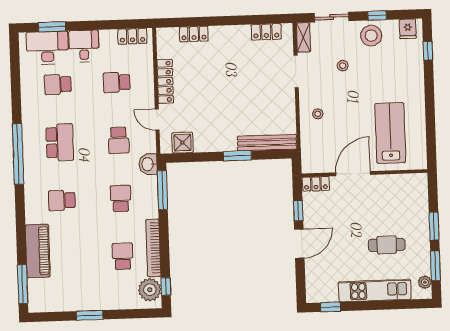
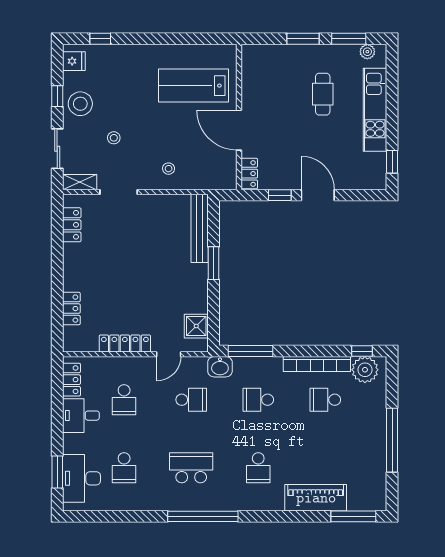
desk: (84, 46) -> (81, 416), moved
window: (90, 315) -> (392, 440), width x2.11

